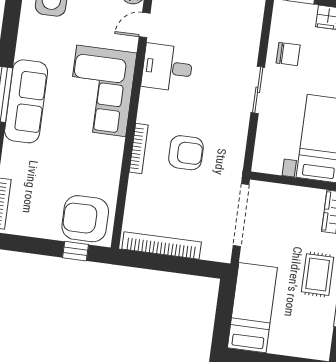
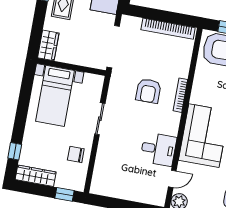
sliding door: (258, 90) -> (100, 119), moved
armchair: (186, 153) -> (148, 91), turned -90

